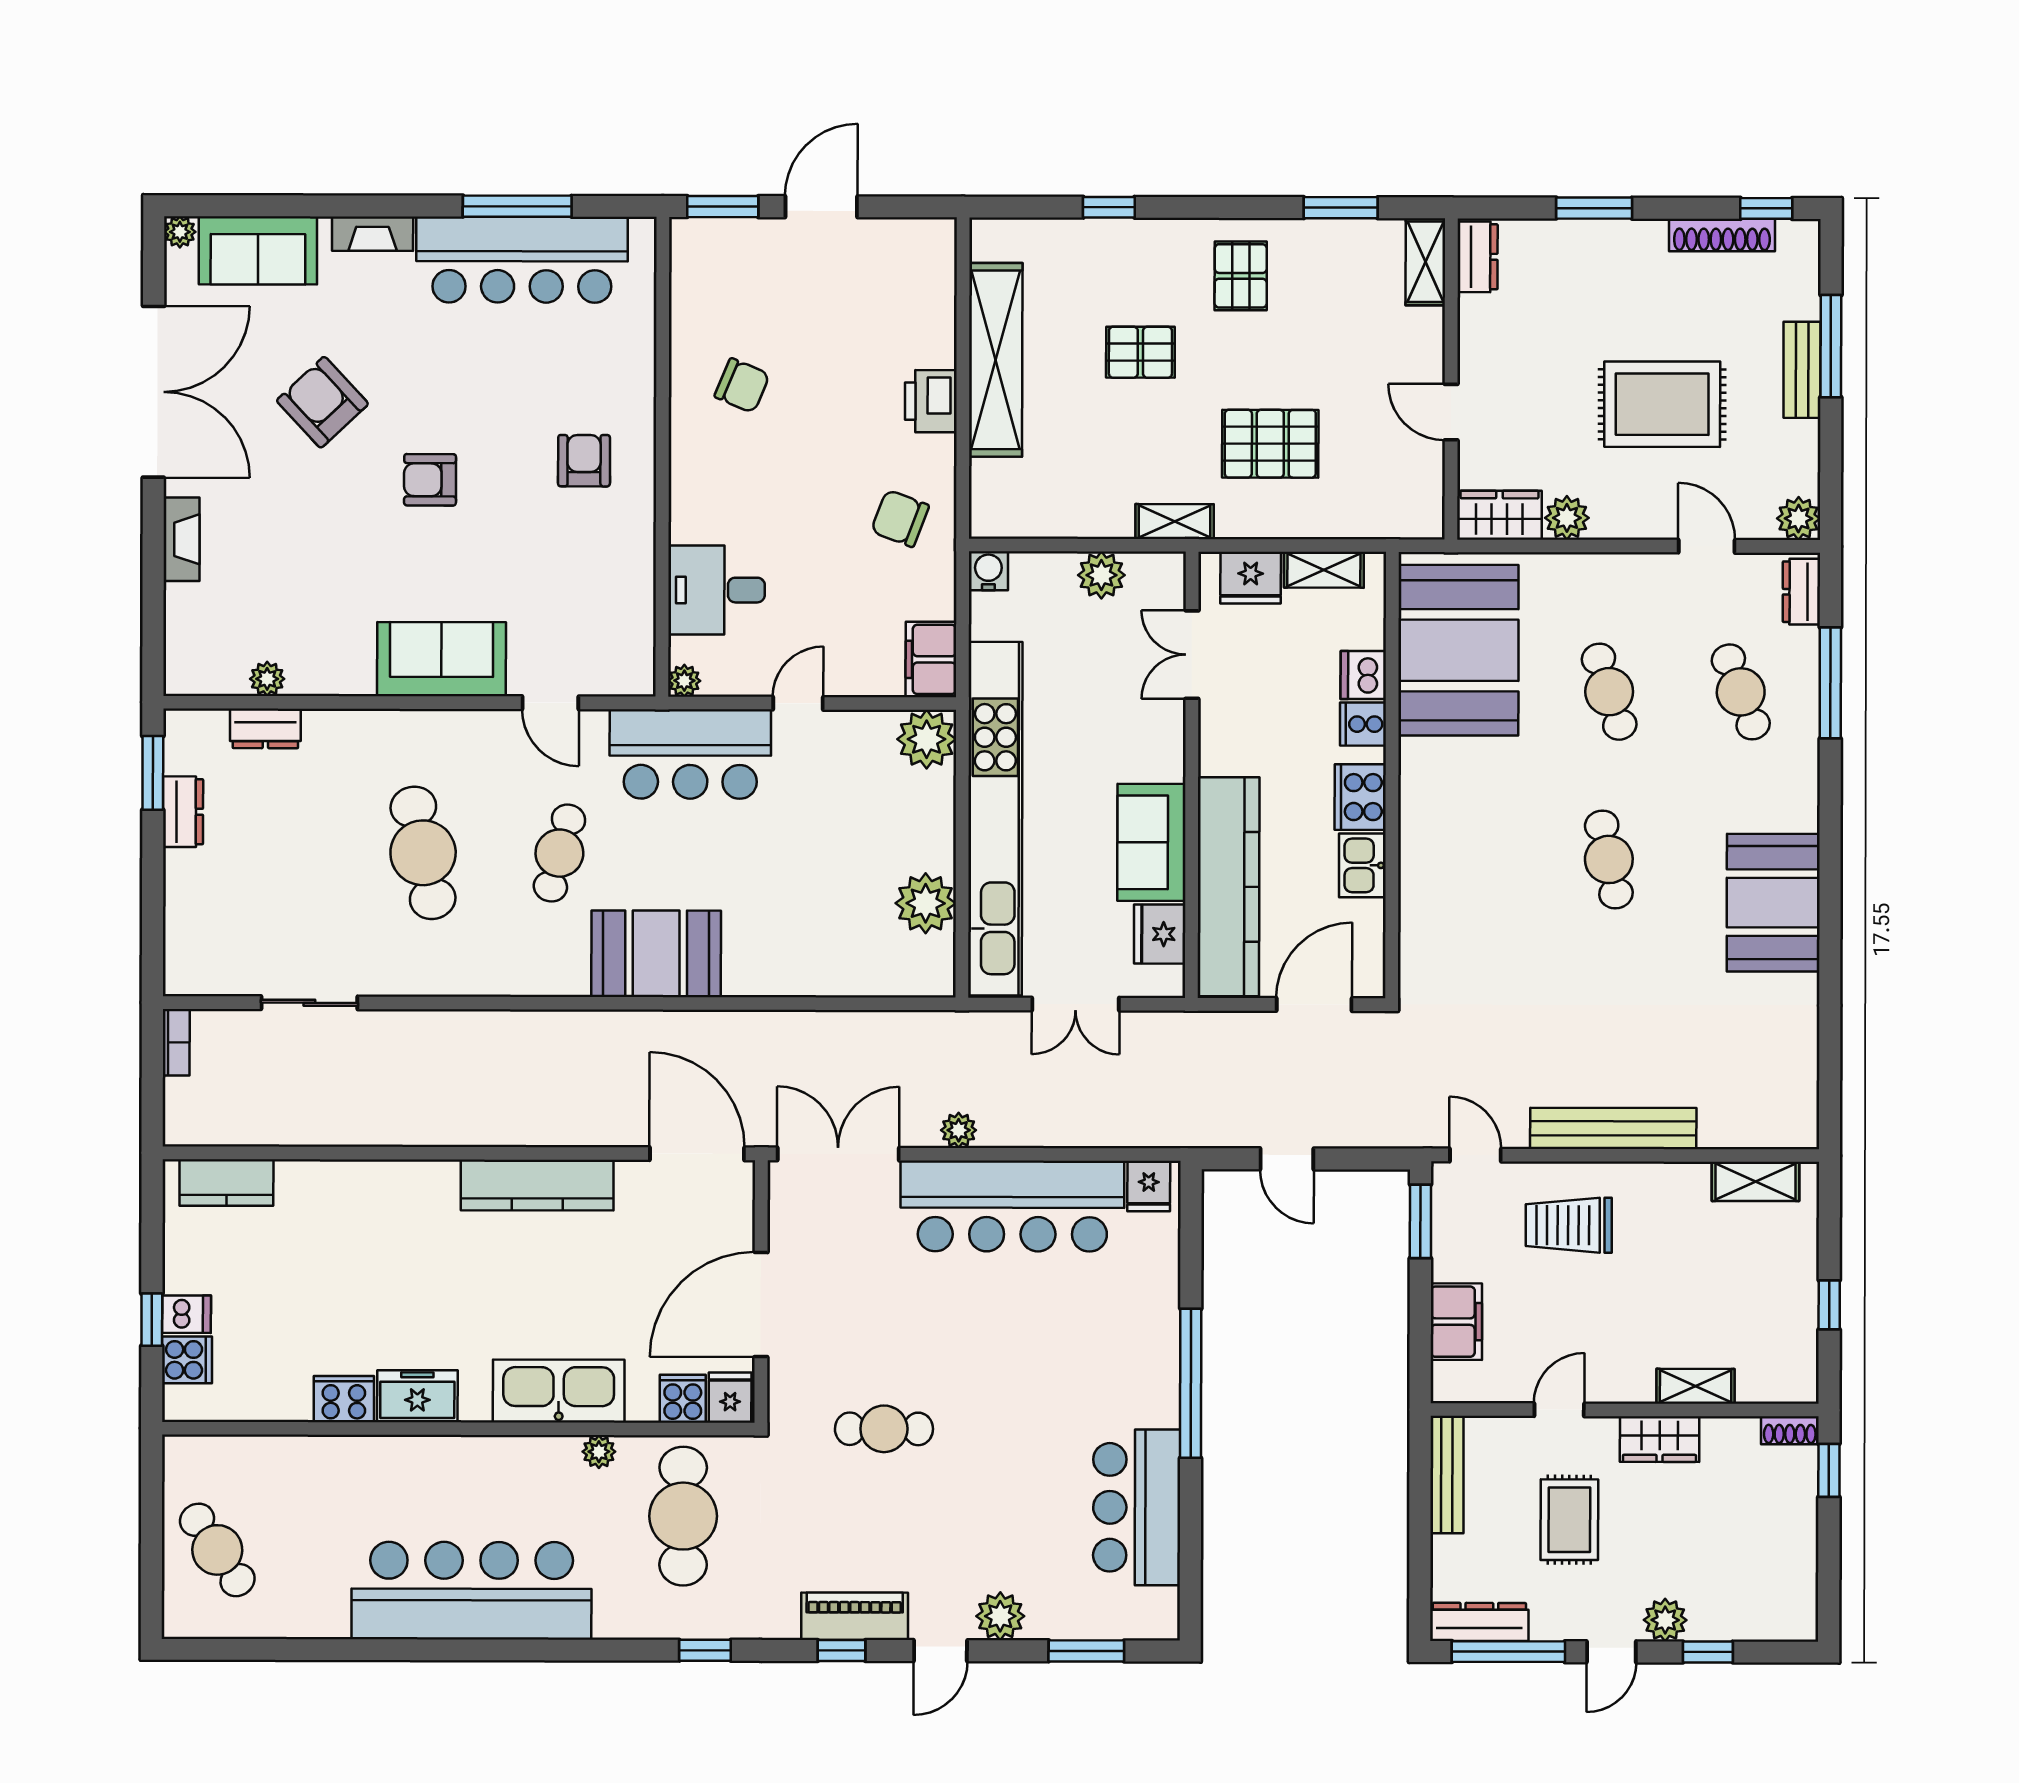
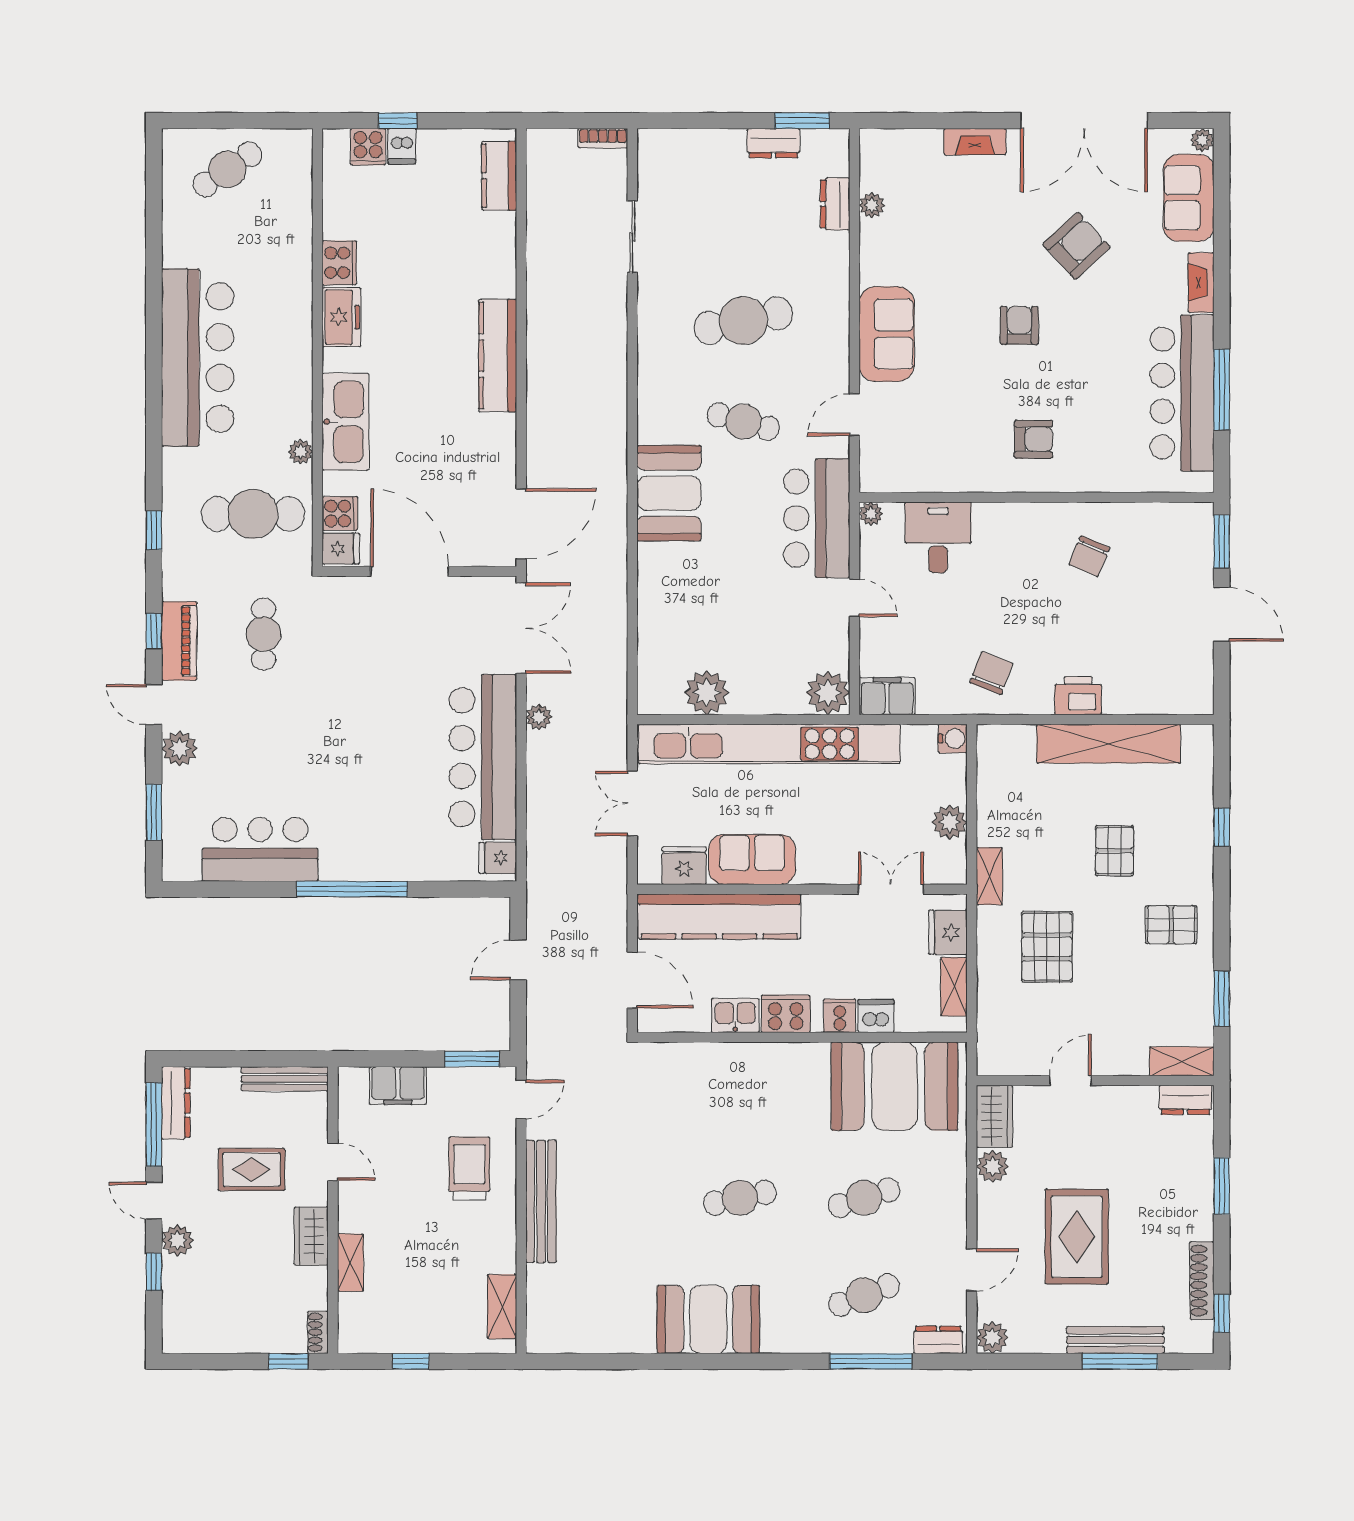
bench: (1802, 370) -> (1115, 1340), width x1.36
kitchen counter: (537, 1185) -> (498, 356), moved
cafe table: (884, 1429) -> (264, 634), moved

